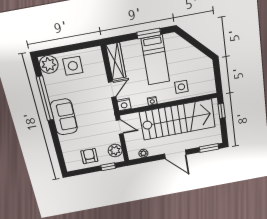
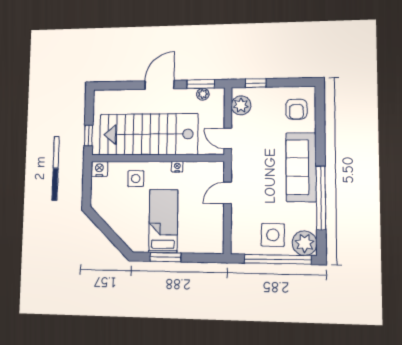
window: (65, 49) -> (278, 259), added
wardrobe: (116, 61) -> (215, 230), removed
nightstand: (124, 104) -> (99, 169), moved
sofa: (64, 117) -> (301, 167), width x1.36
window: (209, 148) -> (201, 84), moved
door: (175, 154) -> (159, 85), hinge flipped
armchair: (89, 156) -> (296, 109), moved

